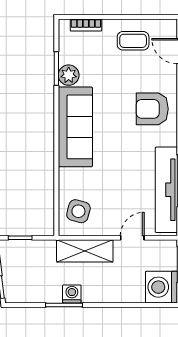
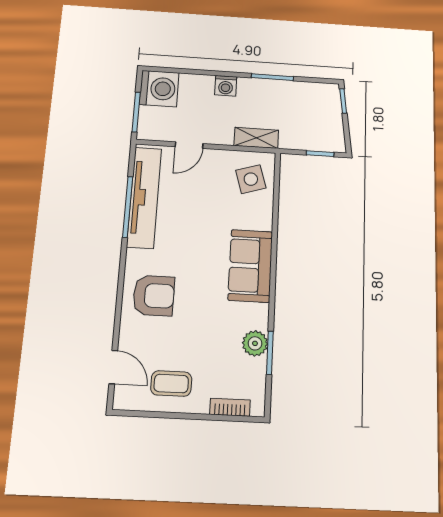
sofa: (75, 127) -> (250, 266), width x0.73
side table: (78, 211) -> (251, 179), turned -32
shelving: (85, 251) -> (256, 138), width x0.67, depth x0.75
washing machine: (72, 294) -> (226, 86), moved

